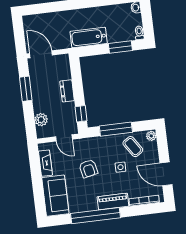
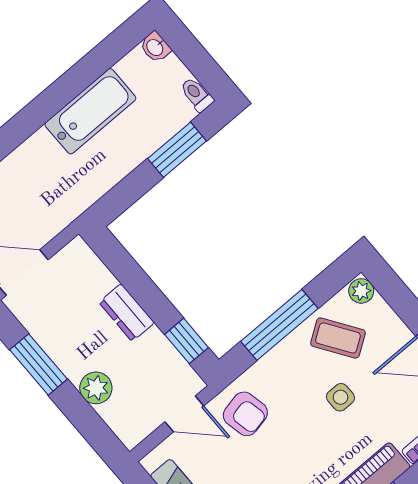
bathtub: (89, 37) -> (90, 111), moved, turned 180
plant: (41, 120) -> (96, 388), moved
armchair: (88, 169) -> (245, 414), moved

